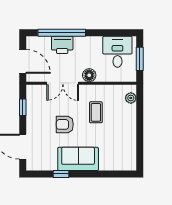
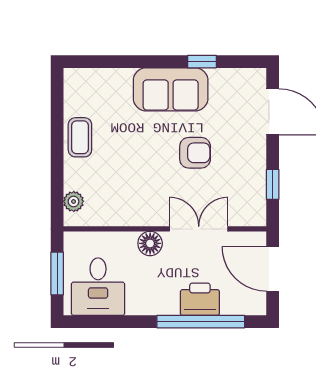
coffee table: (96, 112) -> (80, 137), moved

